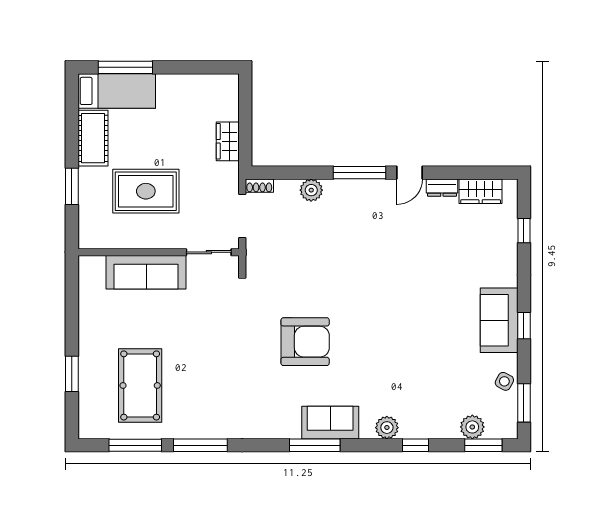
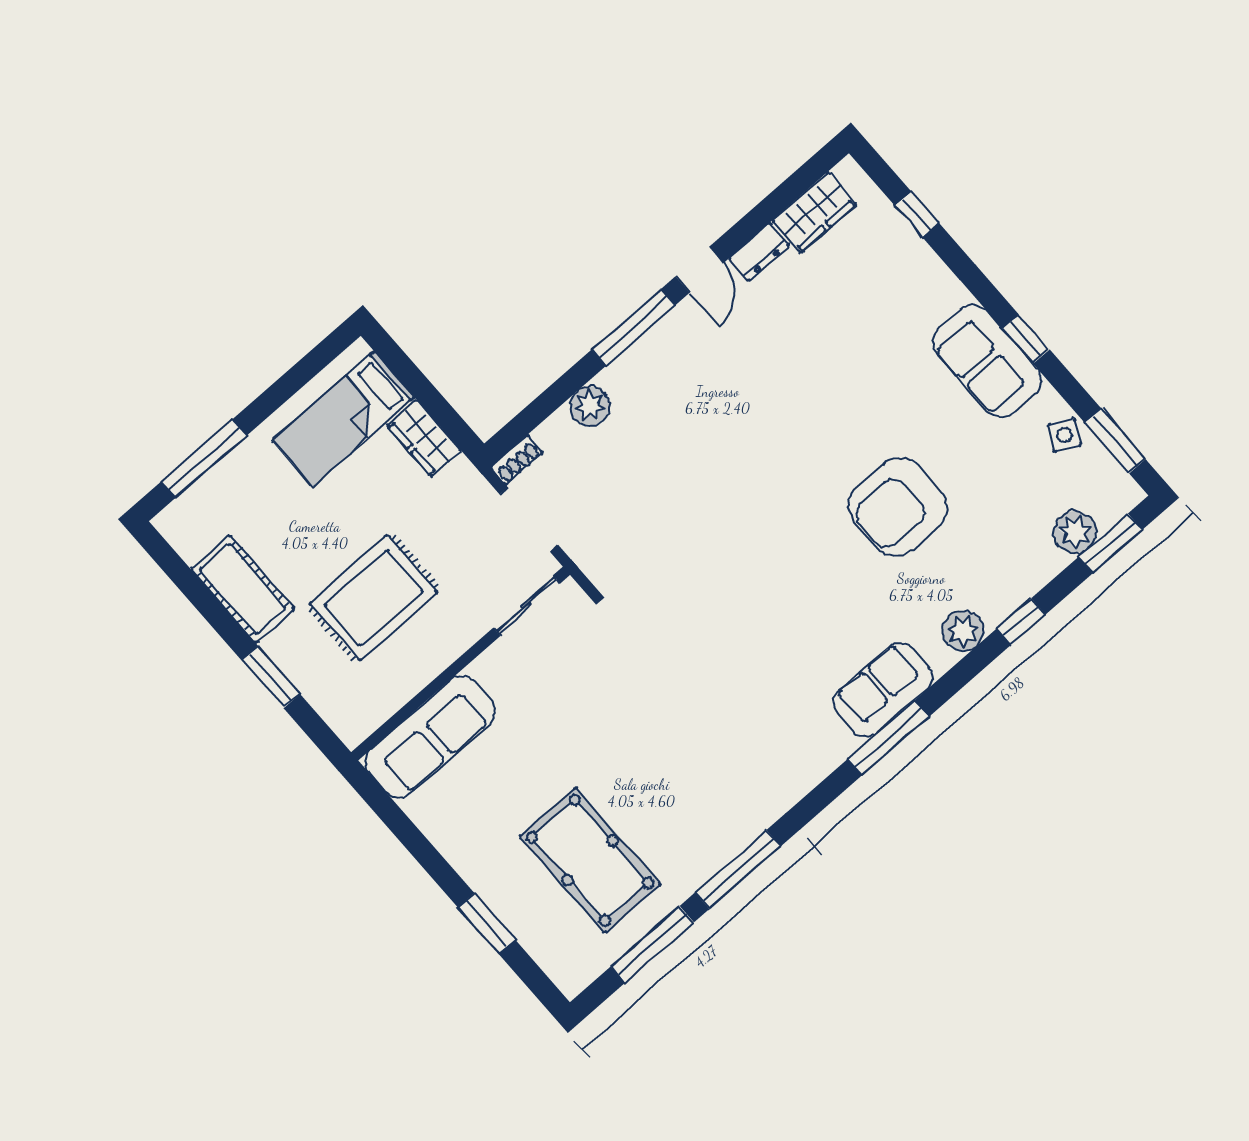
bed: (117, 91) -> (343, 419), moved, turned 180
sofa: (146, 272) -> (430, 737), moved
armchair: (305, 342) -> (898, 507), moved, turned 180

